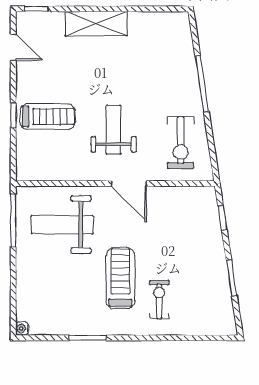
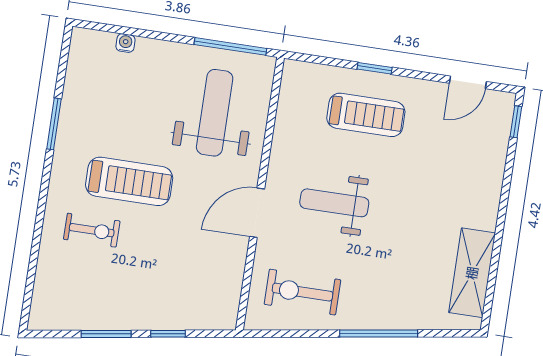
shelving: (96, 24) -> (472, 273), moved
treadmill: (47, 117) -> (366, 115), turned -90
weight bench: (114, 130) -> (334, 203), turned 180
window: (222, 218) -> (168, 334), moved
water cooler: (22, 328) -> (125, 43), moved

